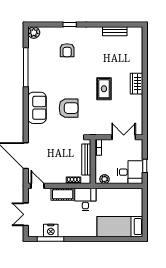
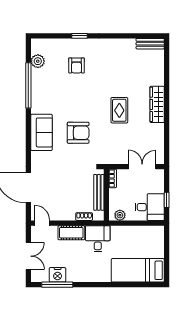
bench: (115, 31) -> (150, 44), moved
plant: (34, 33) -> (38, 61), moved
wardrobe: (137, 84) -> (157, 104), width x1.50
double door: (26, 214) -> (28, 256), swing flipped

